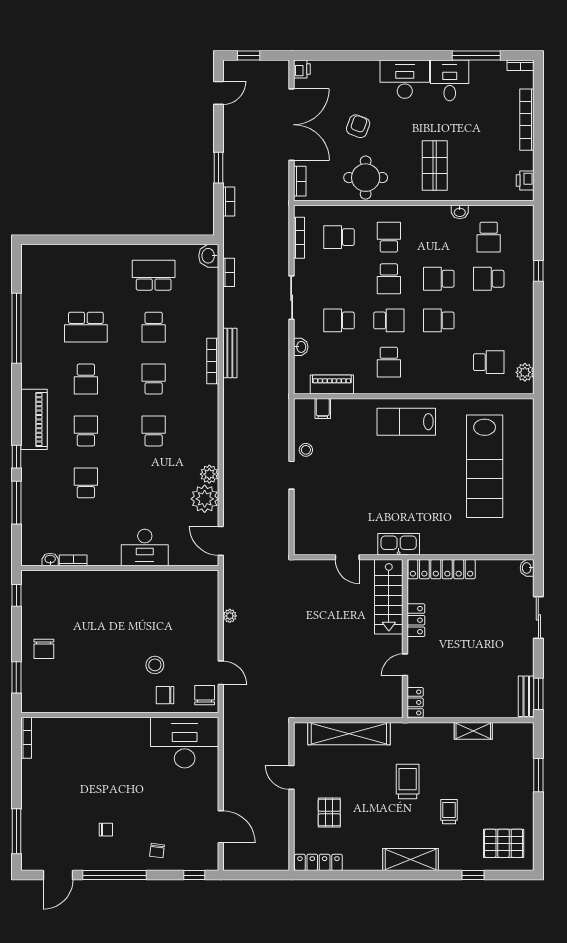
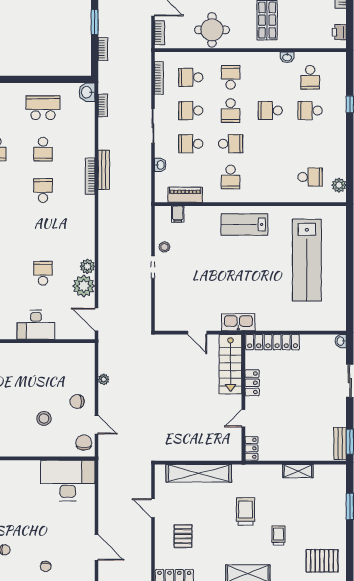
school desk: (439, 320) -> (191, 111), moved
school desk: (154, 431) -> (43, 273), moved
chair: (165, 695) -> (77, 401), moved

